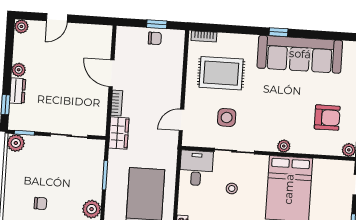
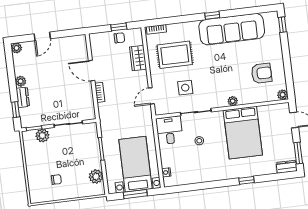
wardrobe: (119, 133) -> (138, 58), moved, turned 180
plant: (16, 143) -> (42, 136), moved

